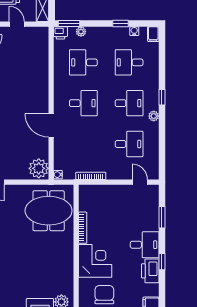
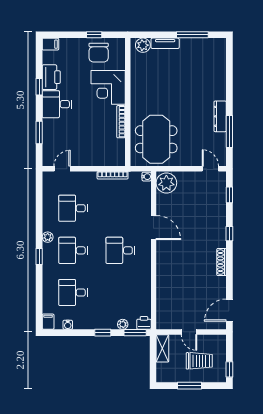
window: (121, 24) -> (103, 333), moved
desk: (83, 62) -> (120, 293), removed
desk: (129, 62) -> (73, 293), turned 180
door: (140, 182) -> (62, 169), swing flipped
meeting table: (49, 211) -> (156, 139), turned 90

